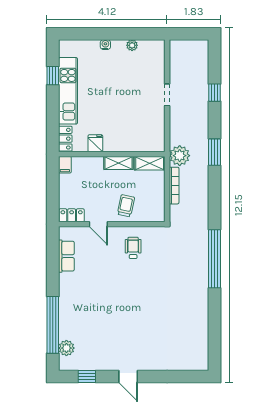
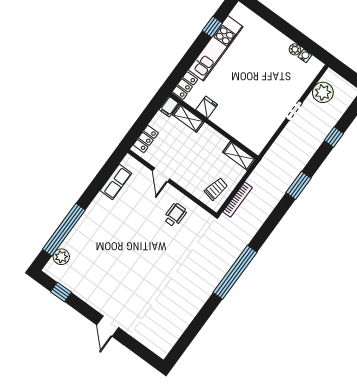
water cooler: (105, 45) -> (305, 56), moved
plant: (180, 156) -> (323, 92), moved
shelving: (118, 163) -> (188, 118), moved
bookcase: (174, 186) -> (238, 200), moved
trolley: (126, 206) -> (216, 189), moved
locker: (72, 215) -> (146, 139), moved, turned 90
door: (128, 376) -> (108, 326), moved

